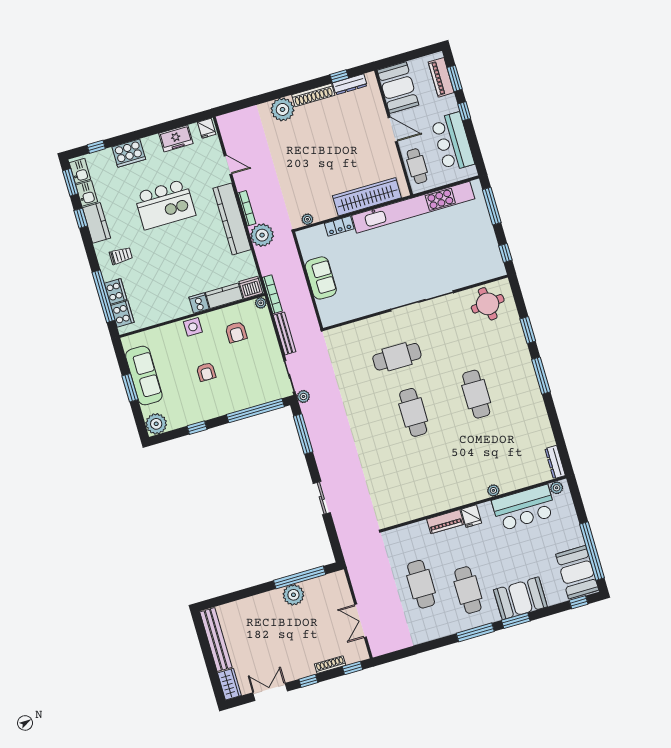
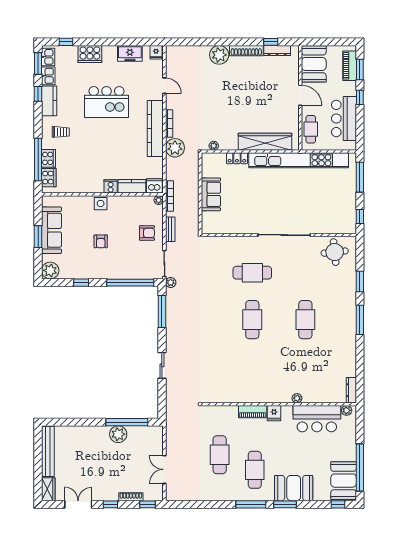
armchair: (236, 332) -> (147, 233), moved, turned -90
bench: (285, 333) -> (170, 229), width x0.73

